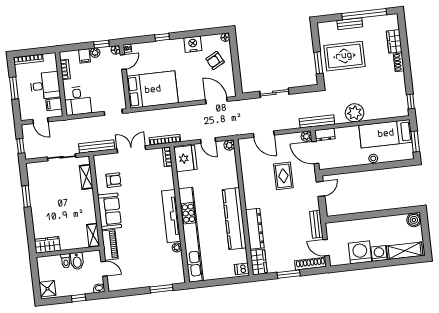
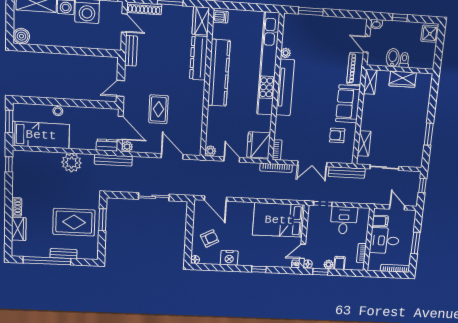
desk: (78, 101) -> (344, 220), moved
wardrobe: (47, 245) -> (403, 79), moved

